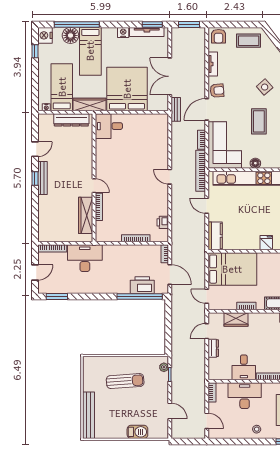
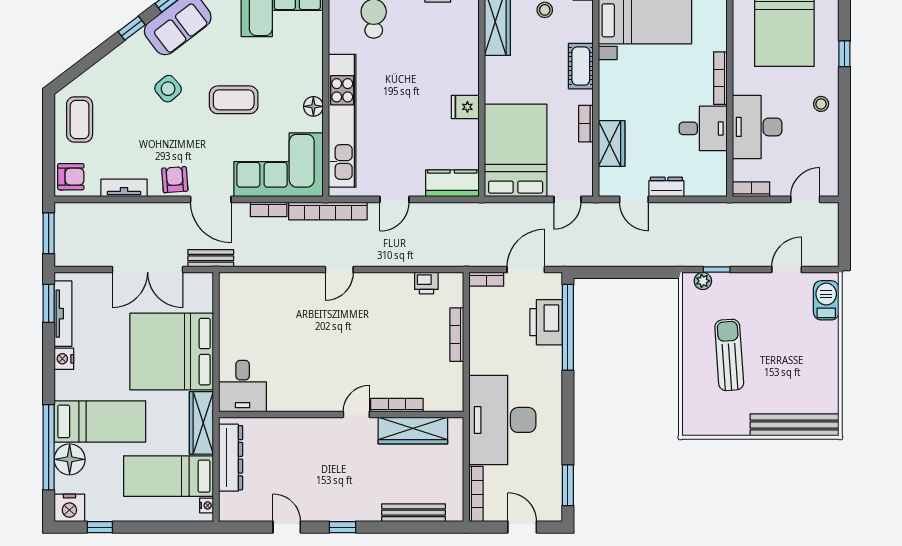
bench: (43, 178) -> (413, 513), moved
fridge: (266, 243) -> (465, 107), moved
desk: (85, 258) -> (502, 420), width x1.36, depth x1.30
barbecue: (137, 432) -> (826, 300), moved

